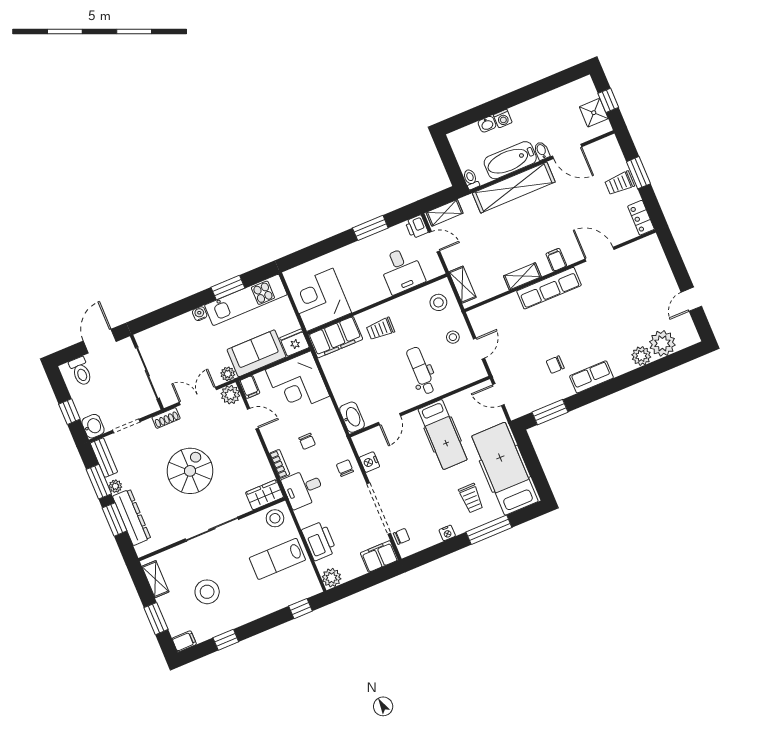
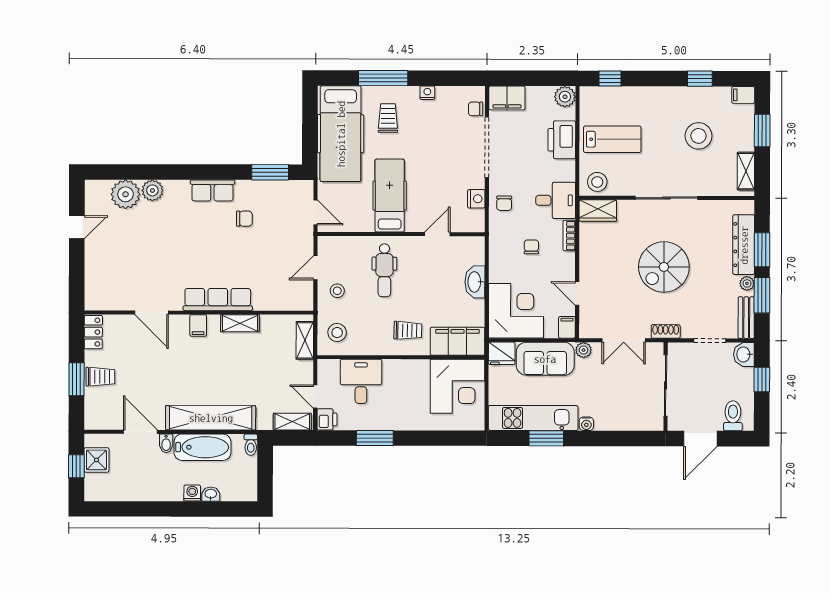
plant: (230, 395) -> (590, 328), removed
washbasin: (352, 417) -> (475, 282), moved

